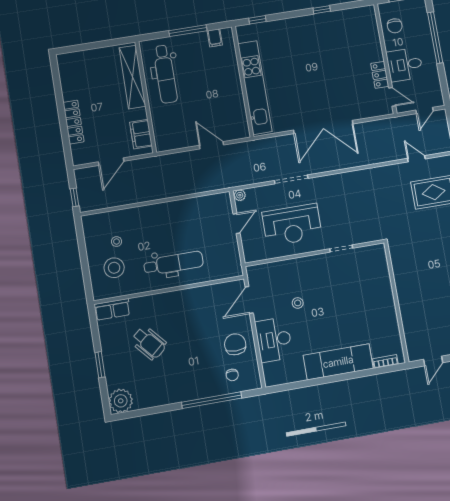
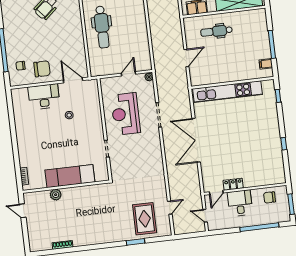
dental chair: (165, 74) -> (216, 31), moved, width x0.73, depth x0.72
door: (237, 224) -> (128, 74), swing flipped
plant: (408, 316) -> (56, 195), added
exam couch: (338, 362) -> (70, 176), moved, turned -90

